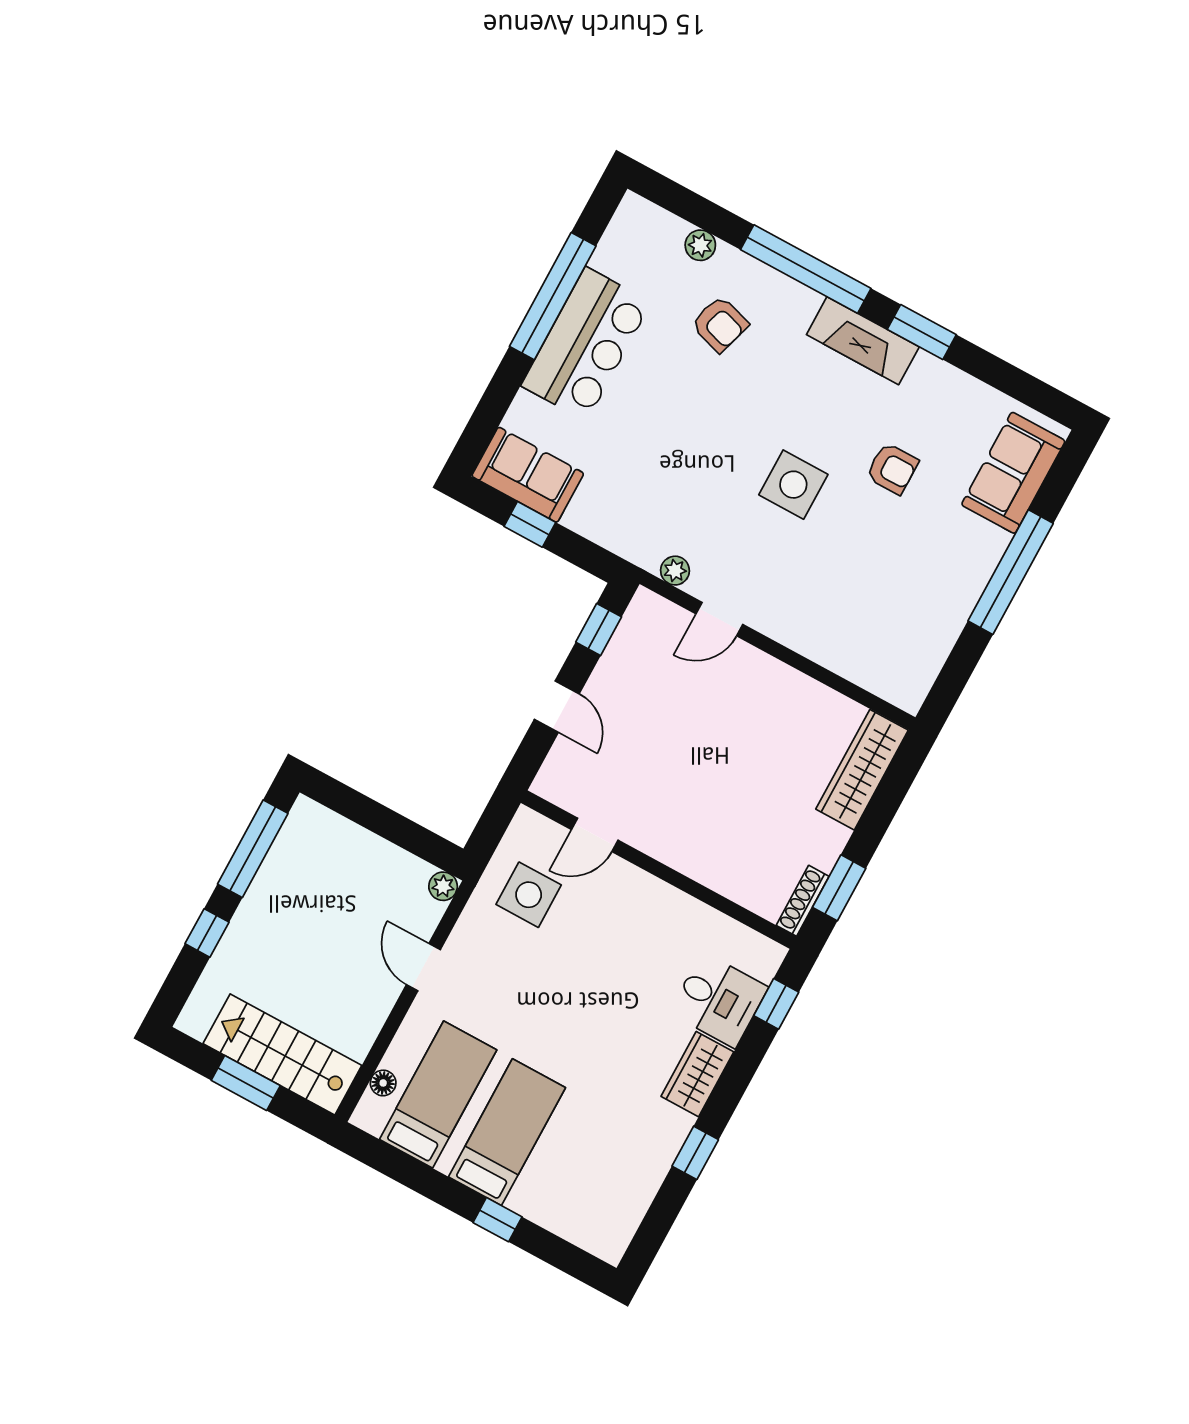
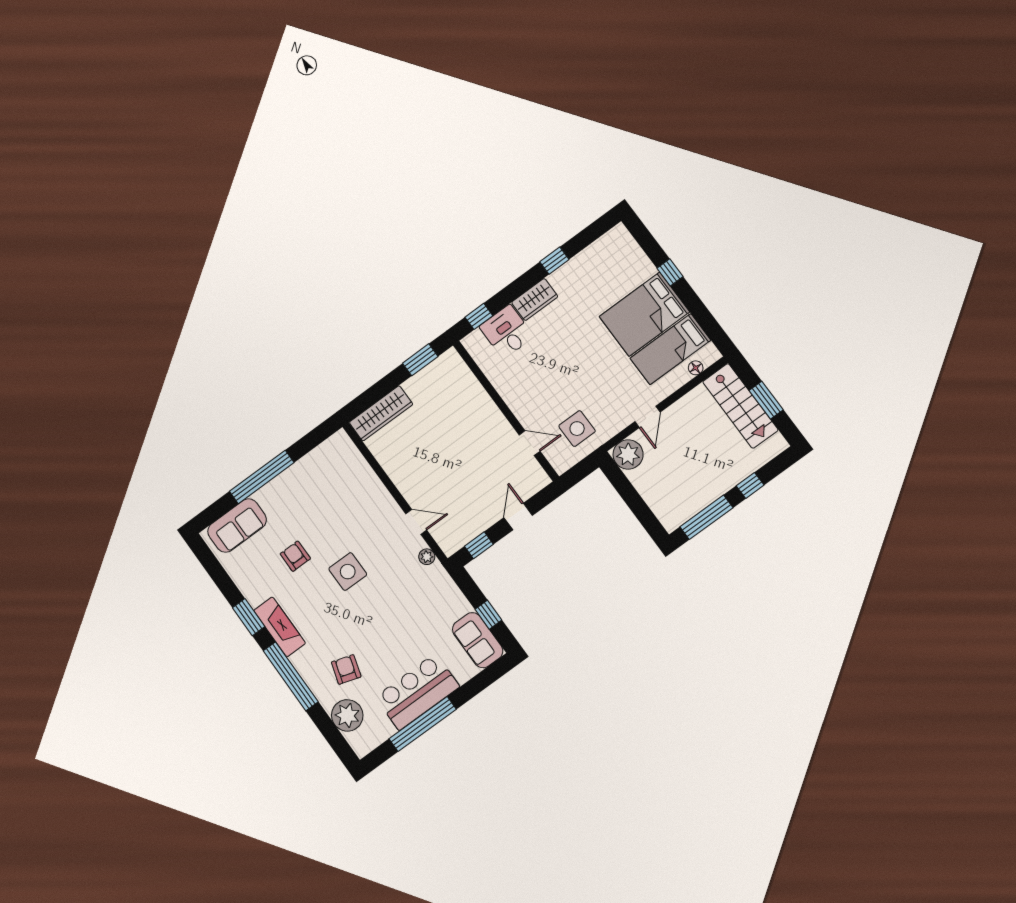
plant: (700, 245) -> (347, 715), width x1.87, depth x1.87
plant: (443, 886) -> (628, 454), width x1.88, depth x1.88
shoe rack: (803, 901) -> (441, 362), removed
bed: (507, 1132) -> (644, 314), width x1.50

